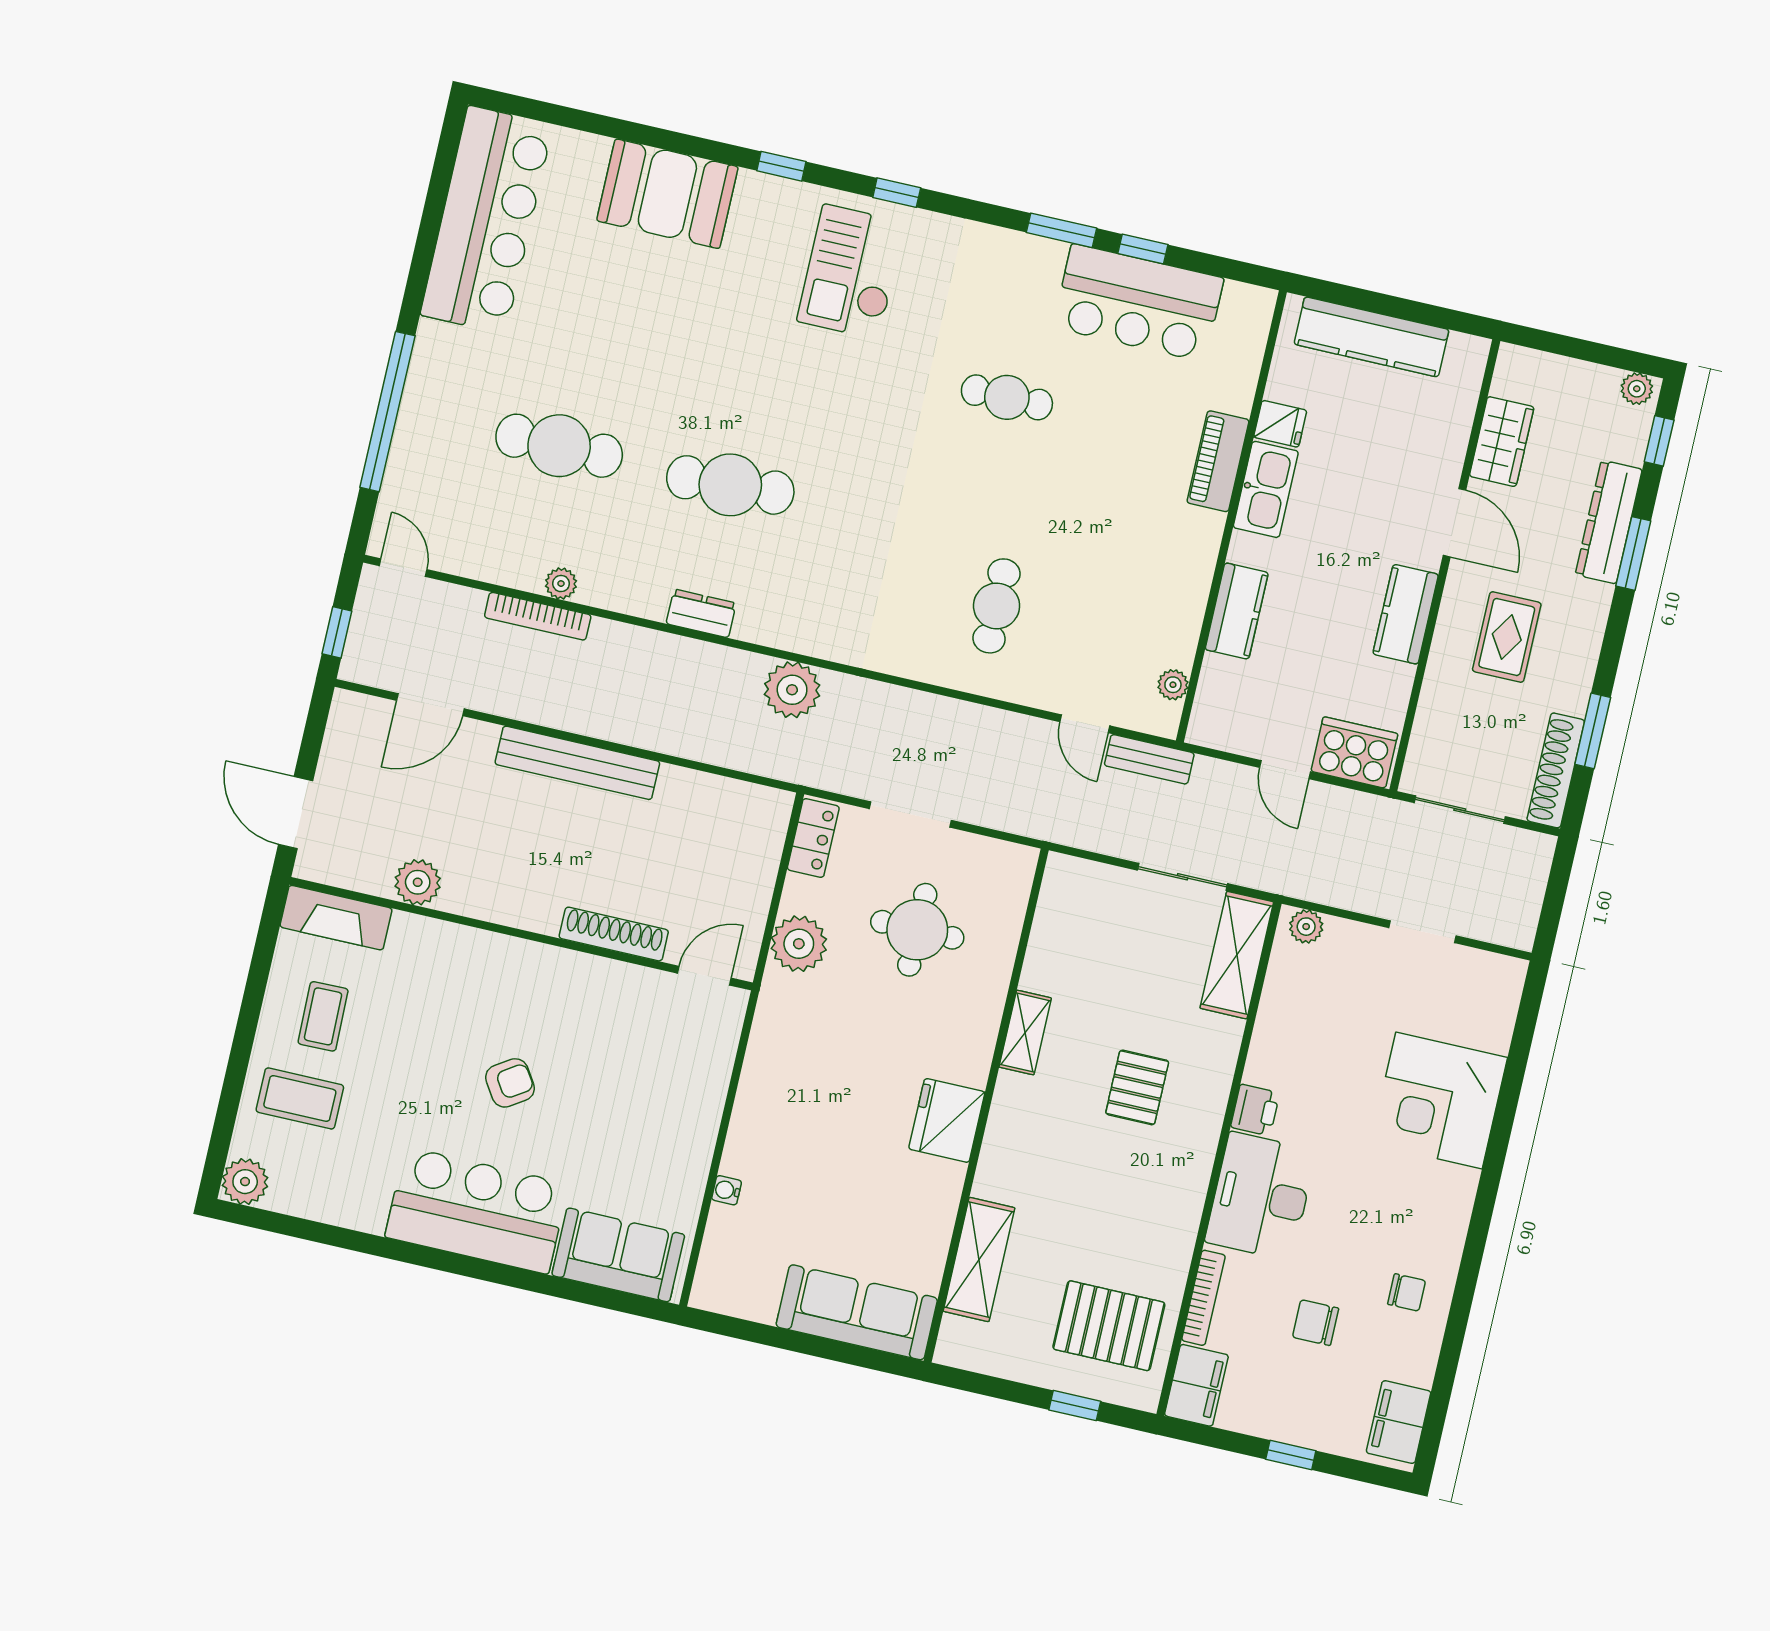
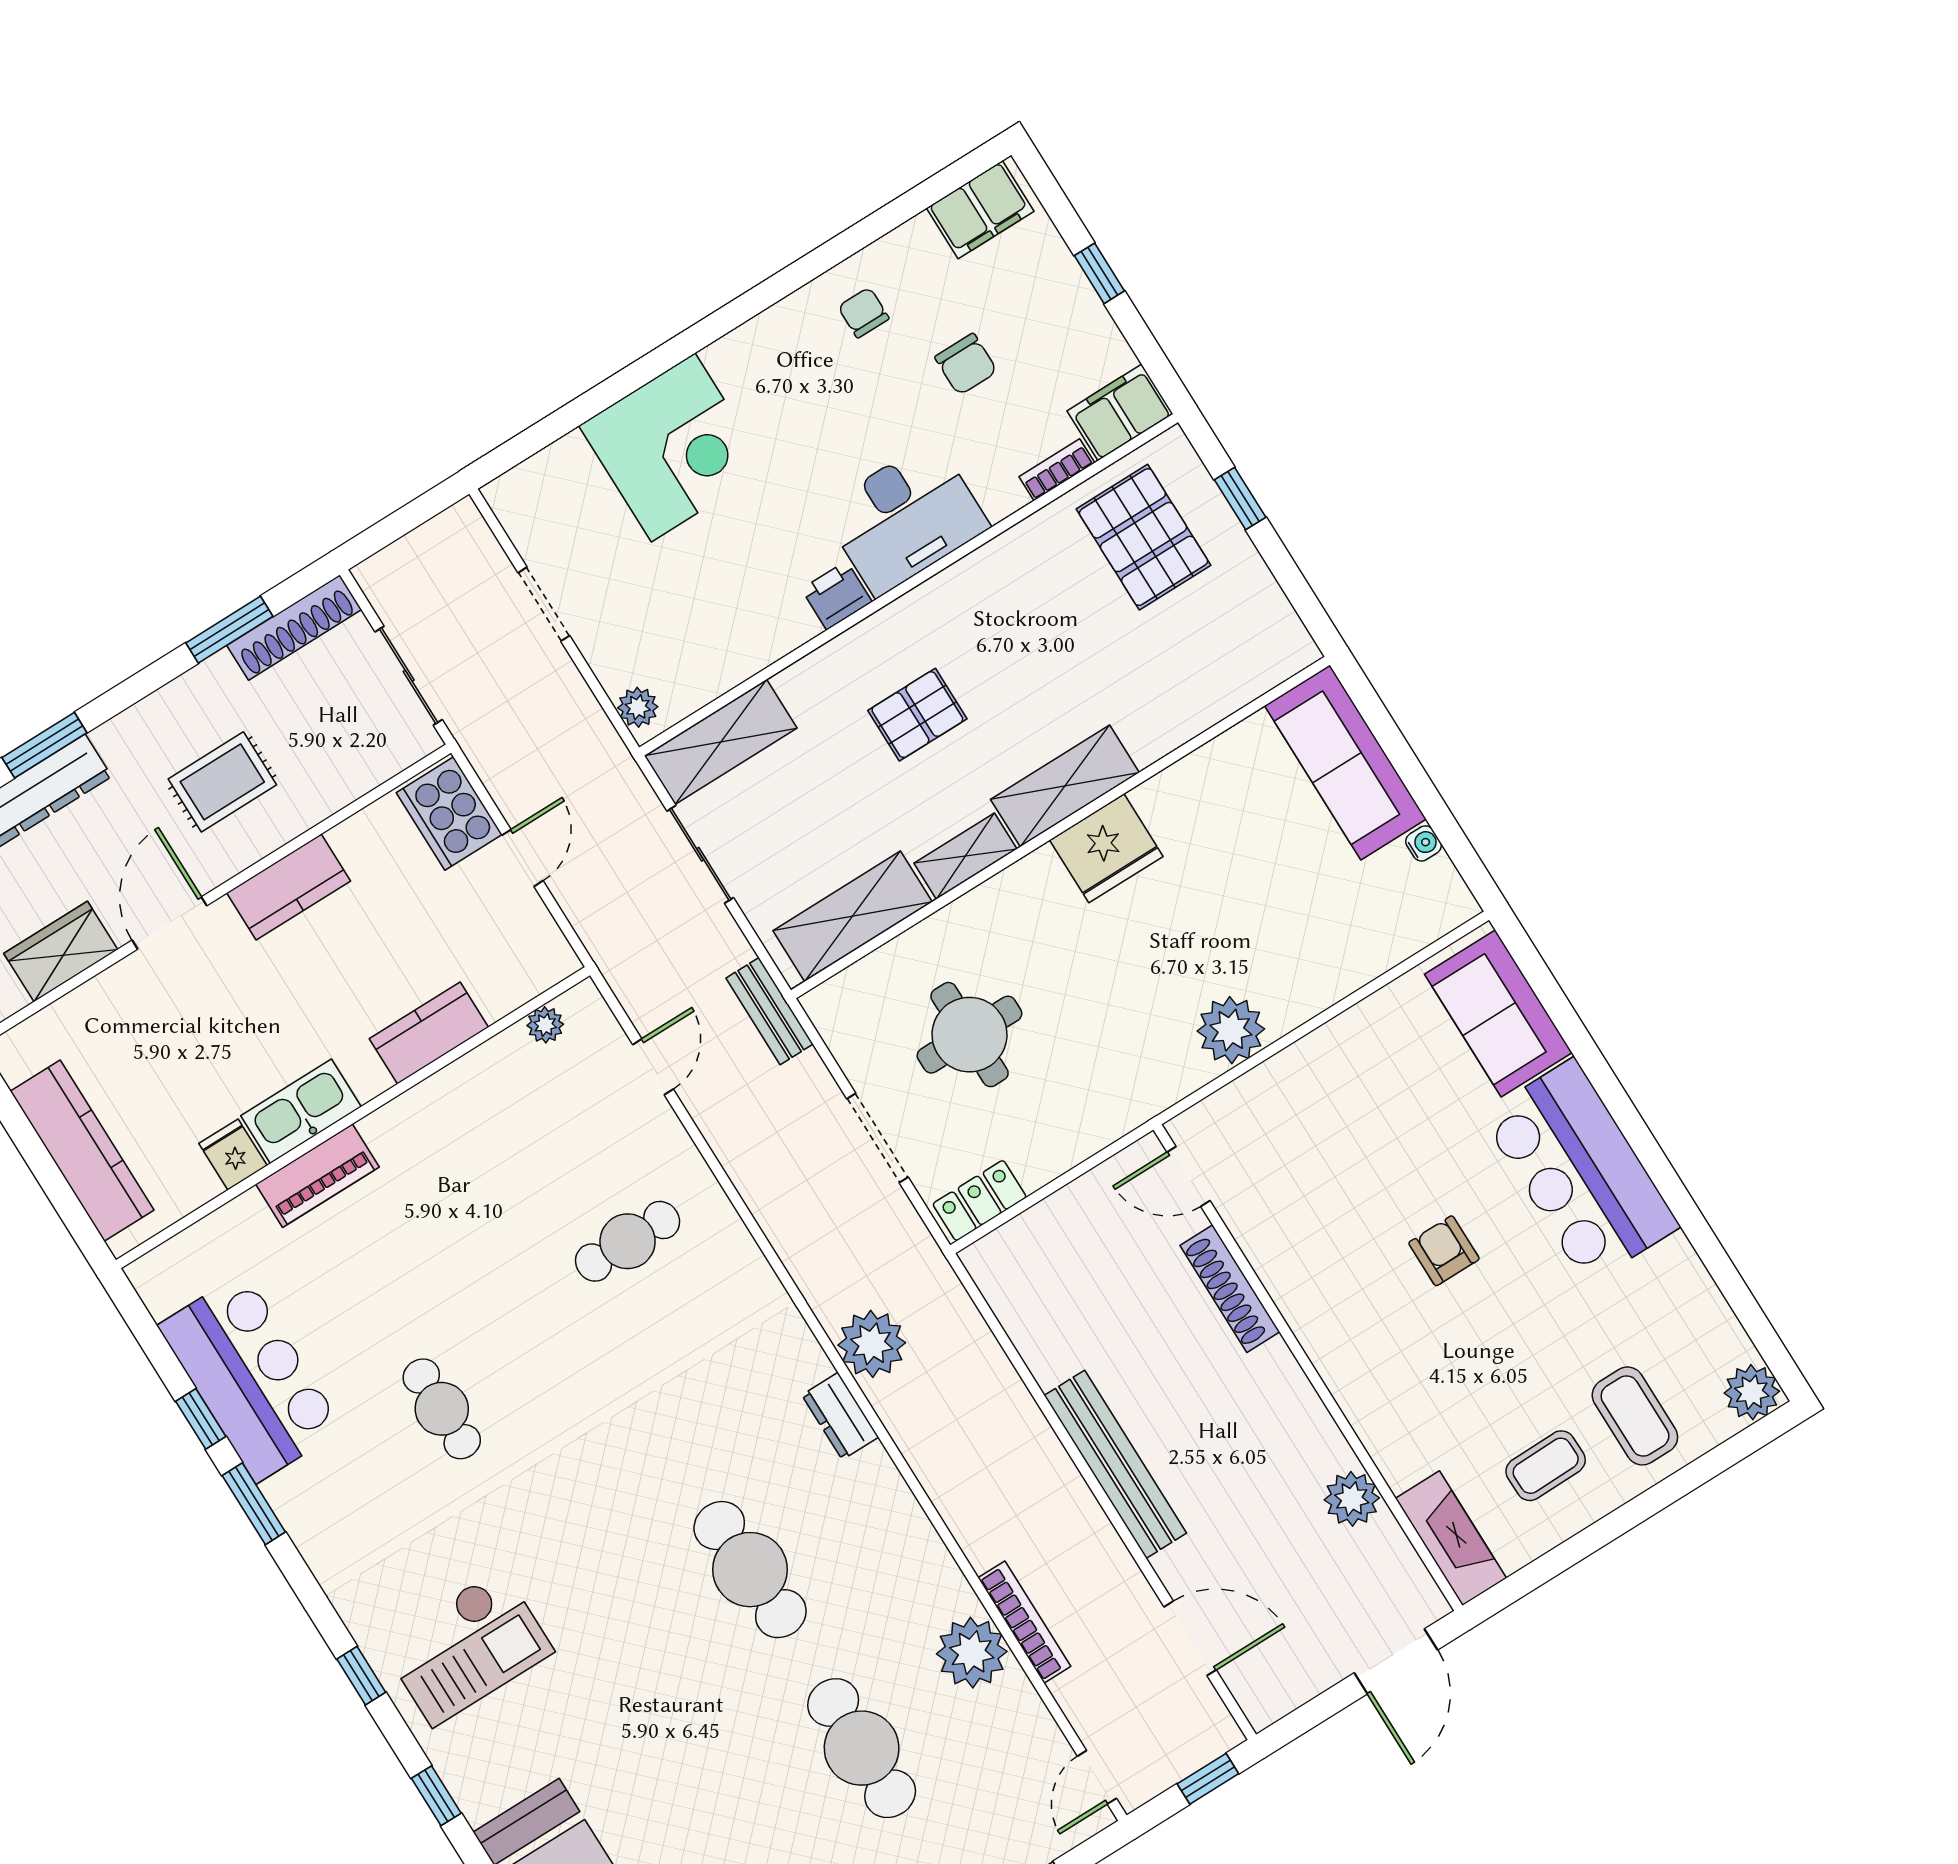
plant: (561, 584) -> (972, 1653), width x1.88, depth x1.88
dresser: (701, 613) -> (840, 1416), moved
bench: (1149, 759) -> (770, 1011), moved
shelving: (1056, 930) -> (853, 916), added
plant: (799, 944) -> (1231, 1030), moved
armchair: (510, 1083) -> (1444, 1251), turned 33
water cooler: (727, 1190) -> (1424, 843), moved, turned -90
shelving: (979, 1260) -> (1065, 786), moved
bookcase: (1203, 1298) -> (1057, 470), width x0.64

